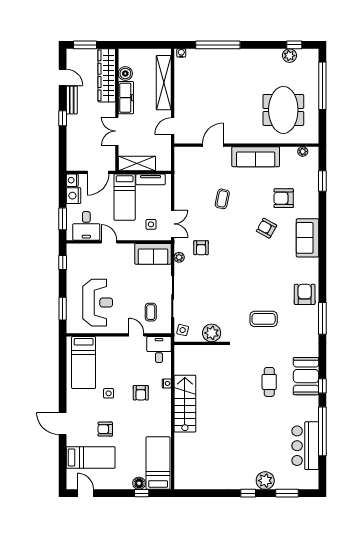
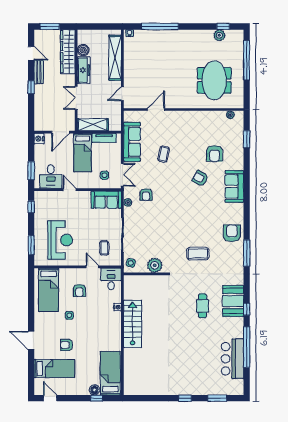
sofa: (256, 157) -> (132, 142), moved, turned -90
nightstand: (74, 196) -> (40, 151), removed
armchair: (284, 198) -> (214, 153), turned -90
armchair: (141, 393) -> (79, 291), moved
plant: (265, 481) -> (199, 388), removed

